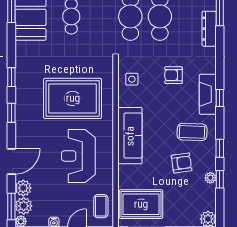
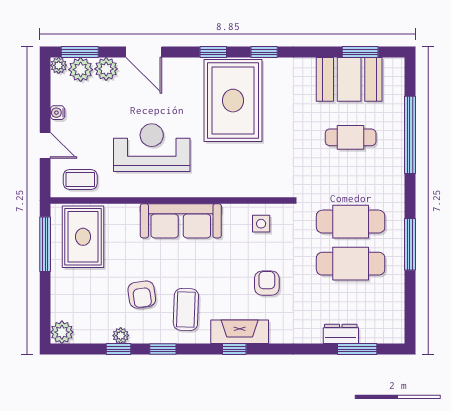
dresser: (209, 29) -> (341, 334), width x0.70
rug: (73, 98) -> (233, 101), moved

